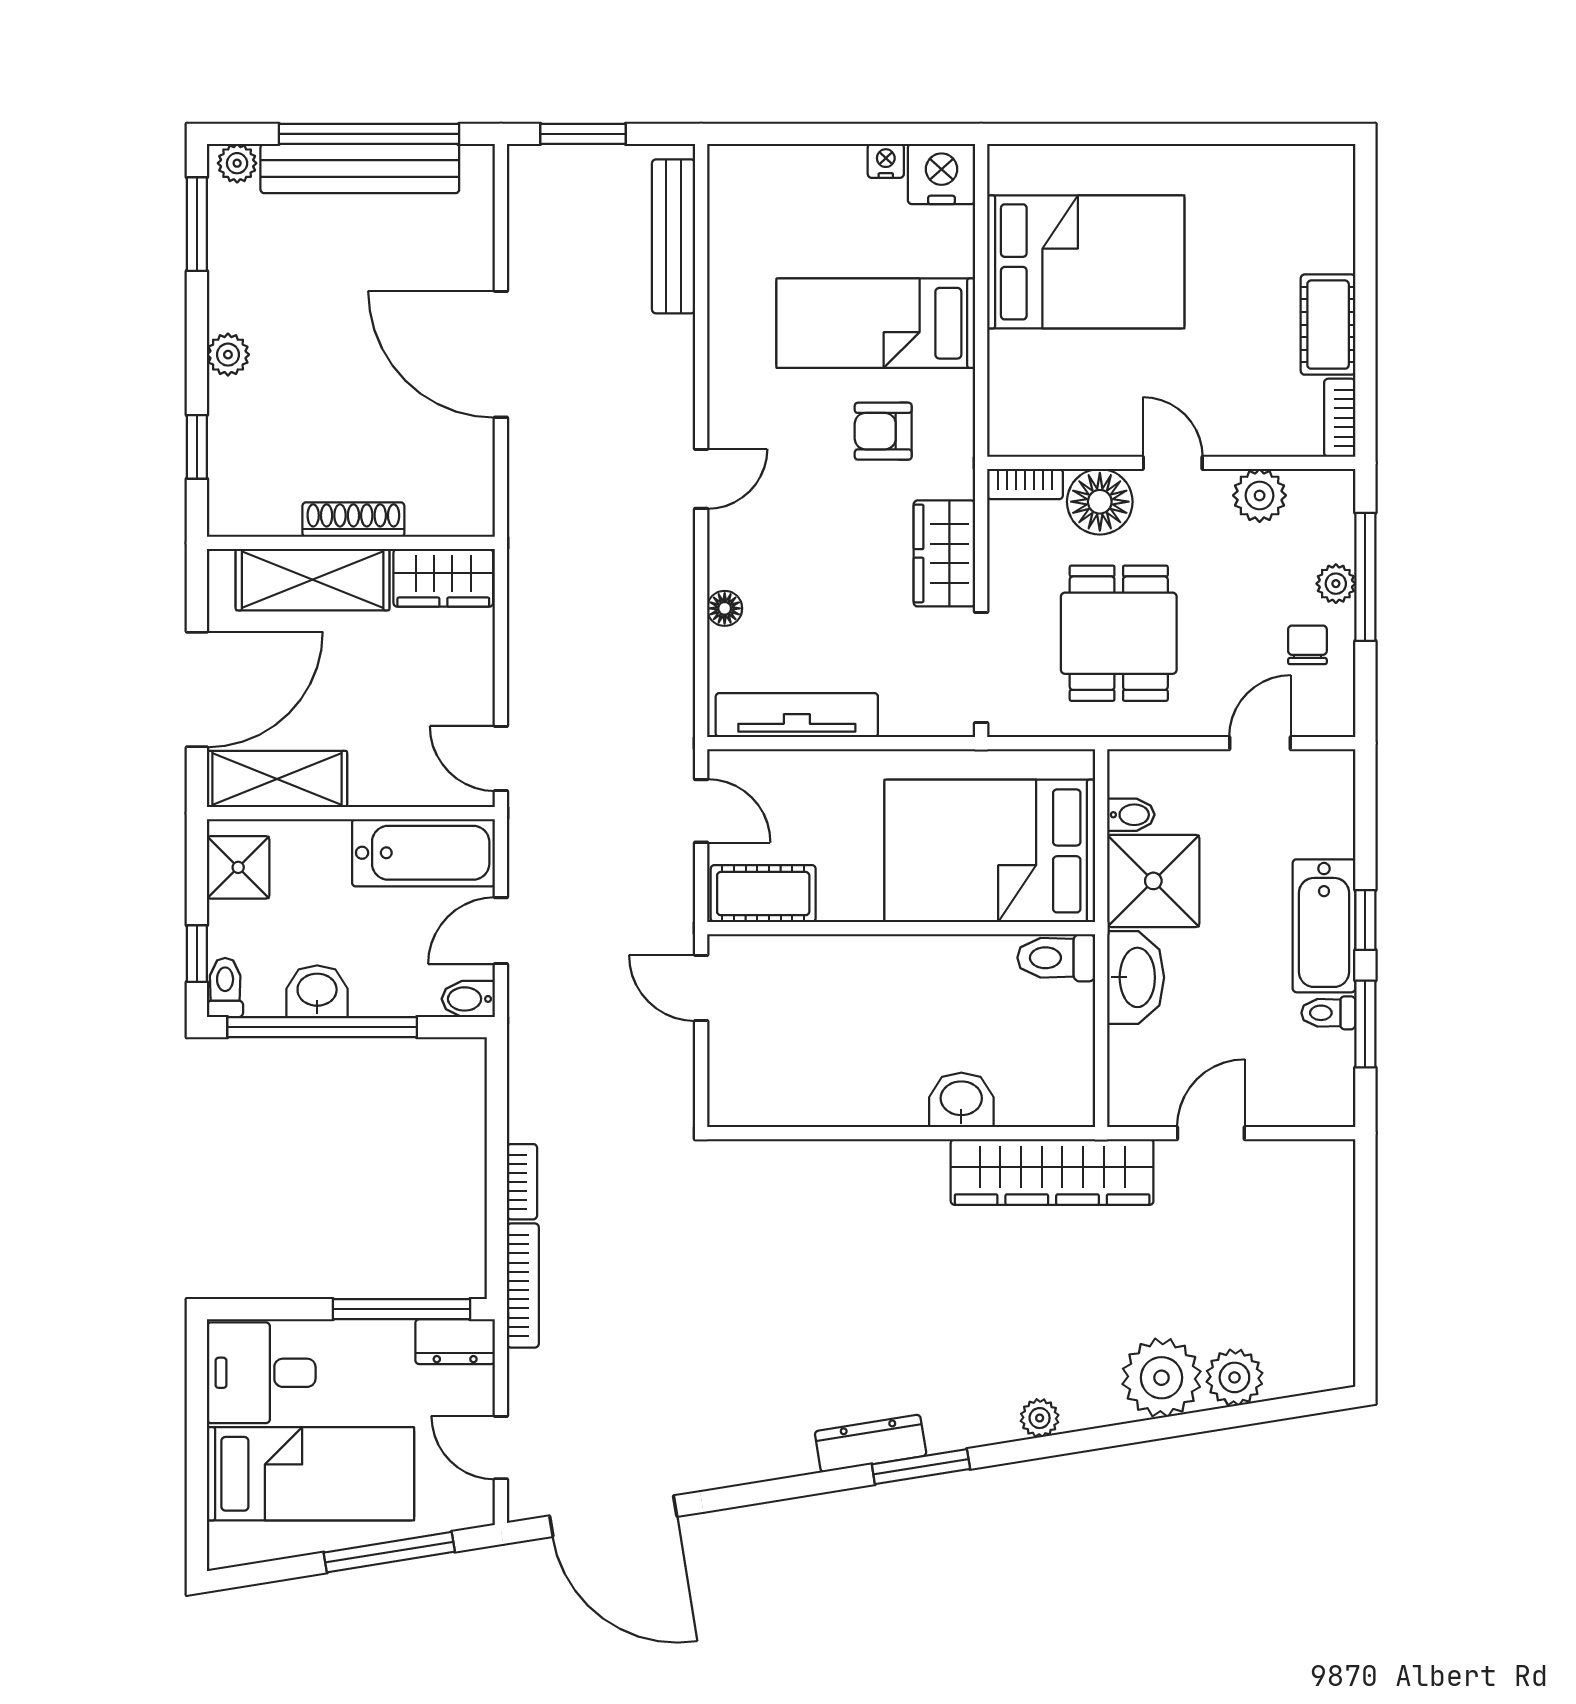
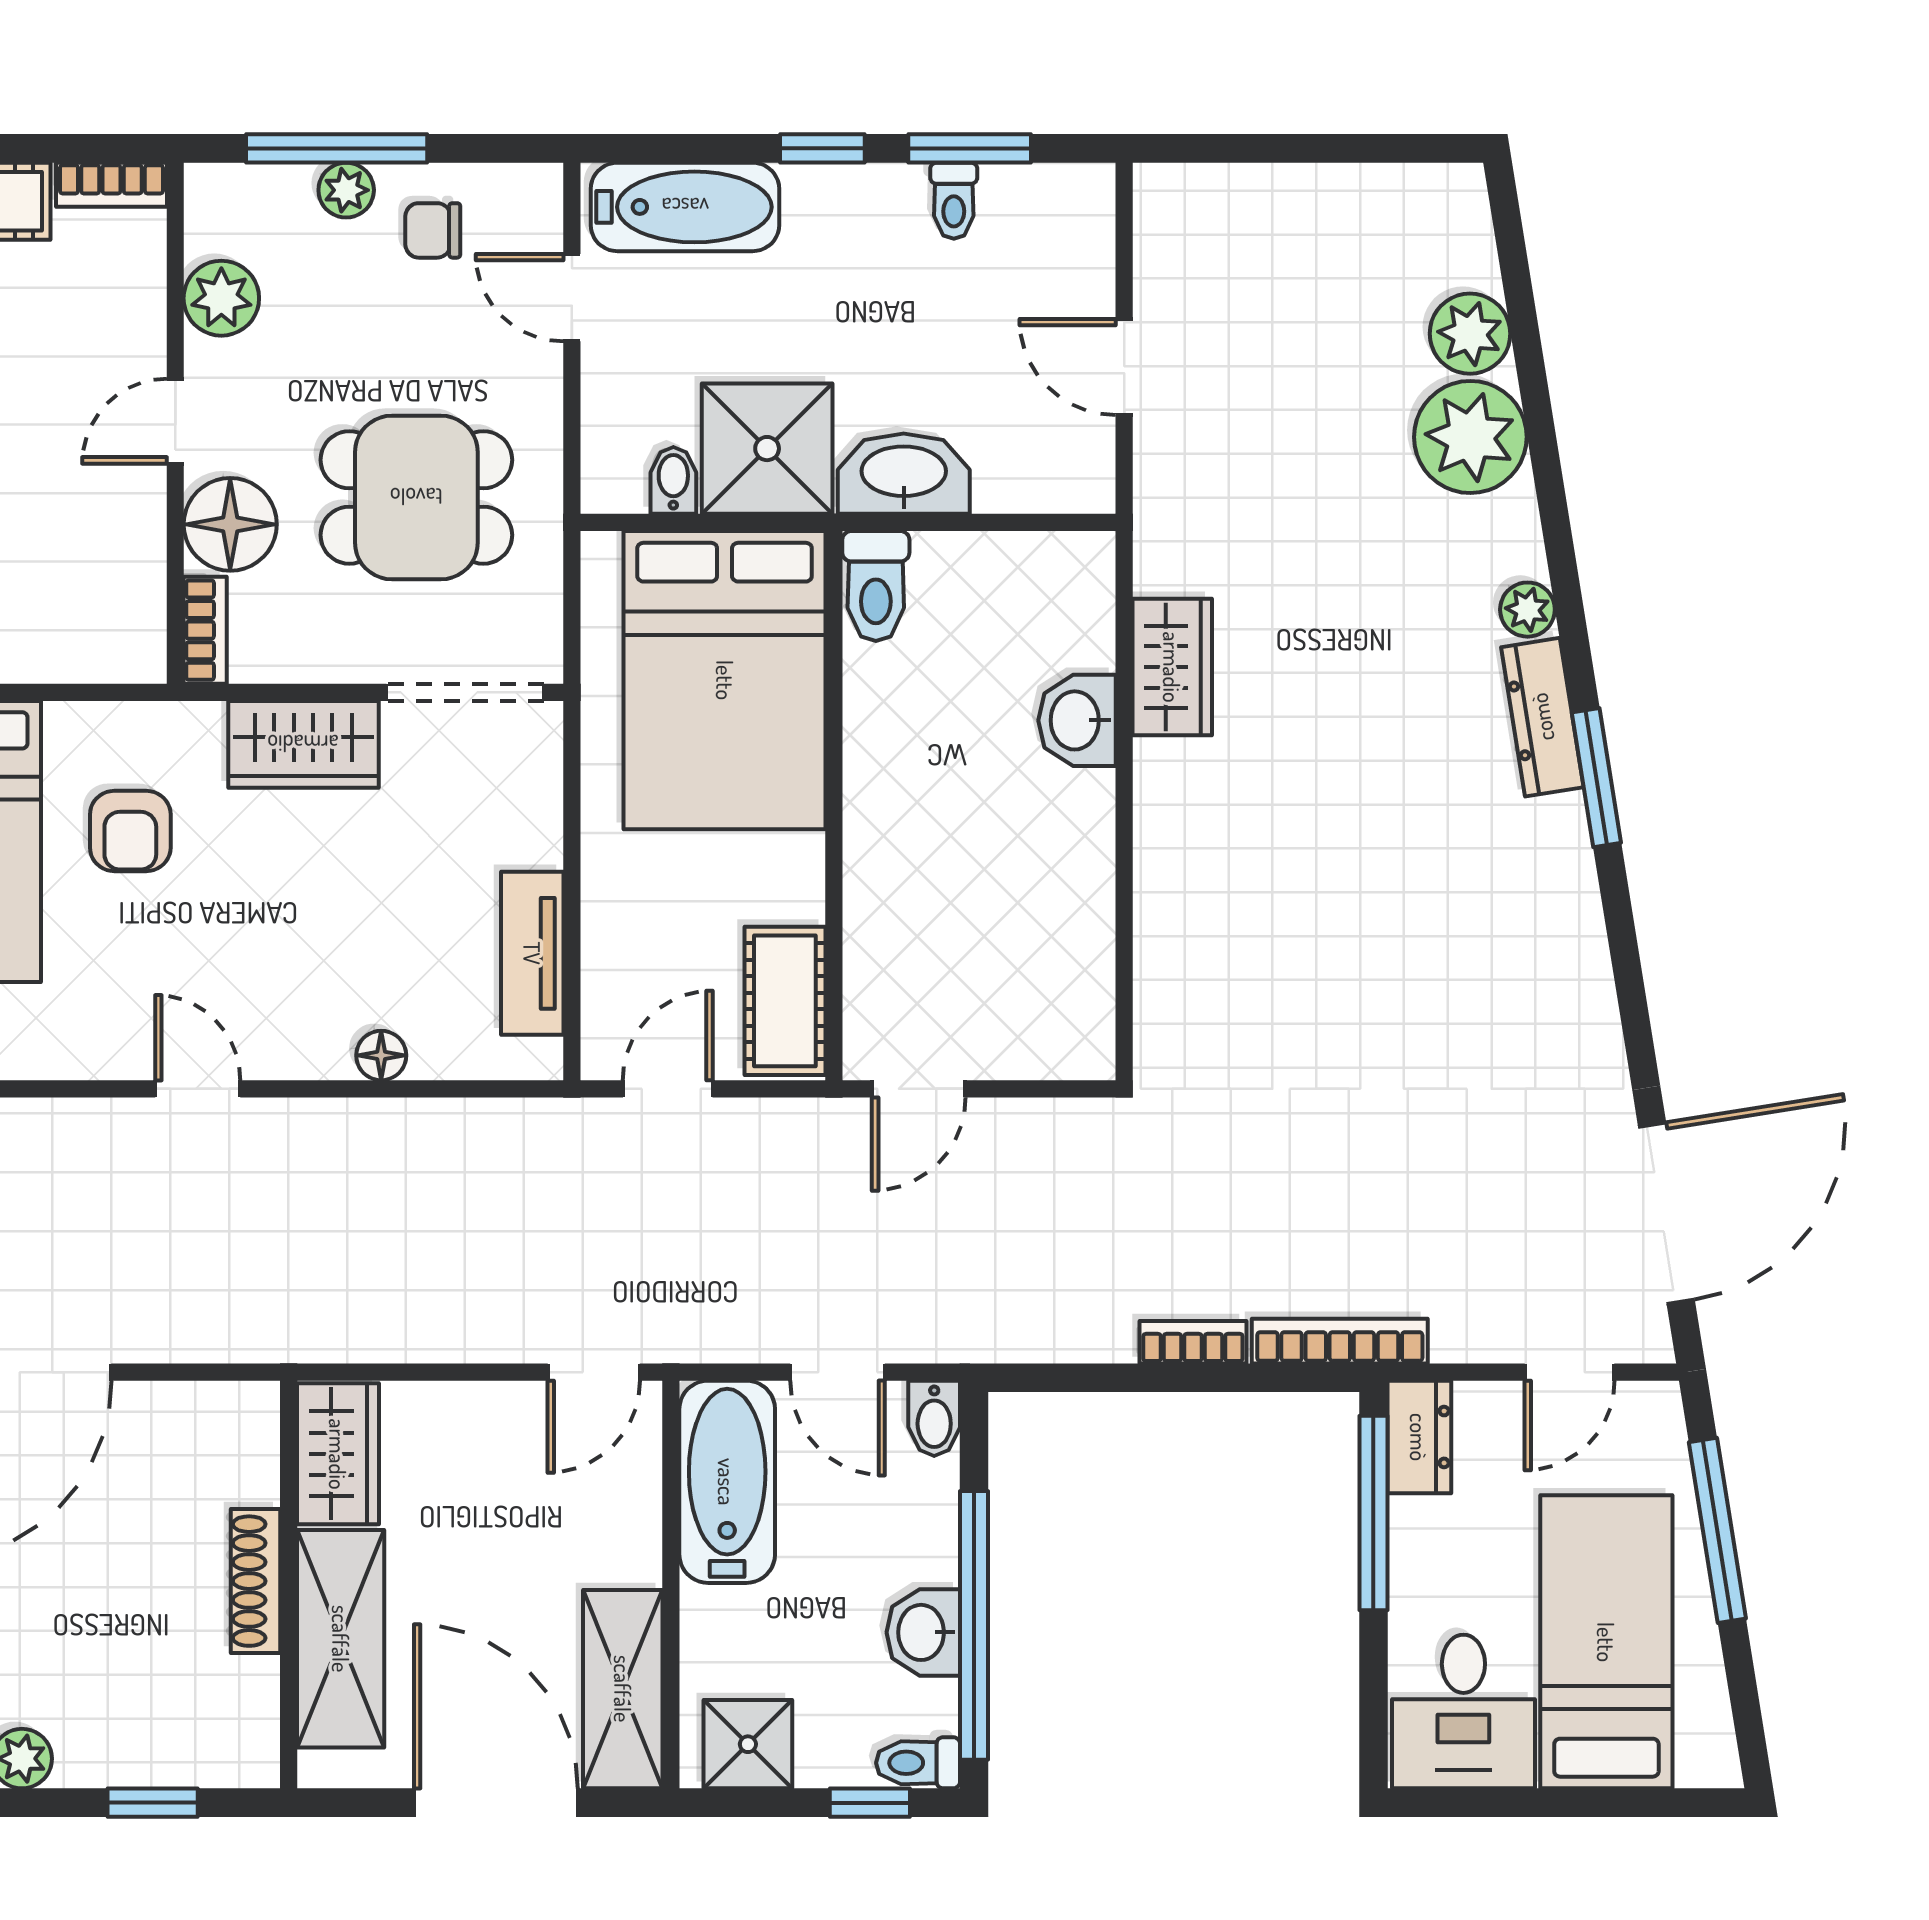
tv unit: (797, 715) -> (532, 953), width x0.71
bathtub: (1324, 926) -> (685, 207), moved
wardrobe: (1052, 1172) -> (1172, 667), width x0.48, depth x0.85
dresser: (871, 1443) -> (1542, 717), moved

